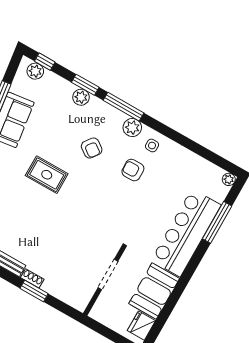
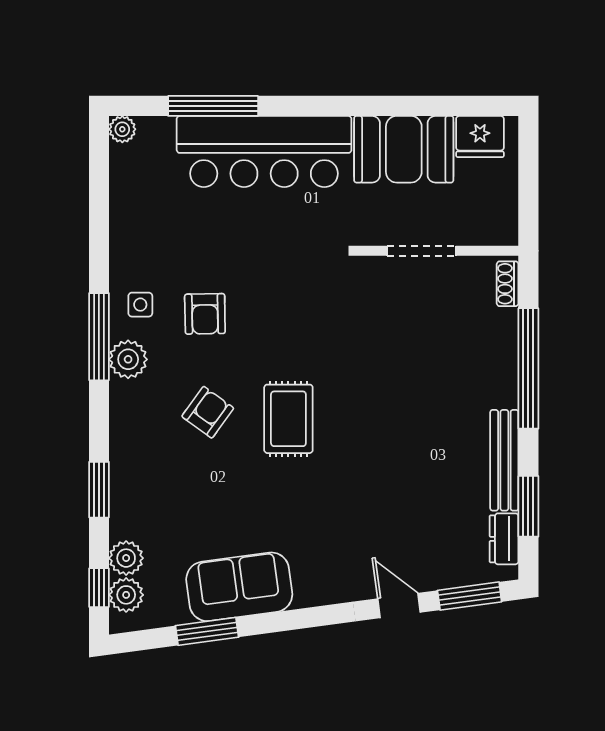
plant: (81, 97) -> (126, 558), moved
window: (124, 107) -> (99, 337), moved
rug: (47, 175) -> (288, 419), moved
shoe rack: (32, 278) -> (508, 284), moved
window: (34, 291) -> (528, 368), width x2.11

